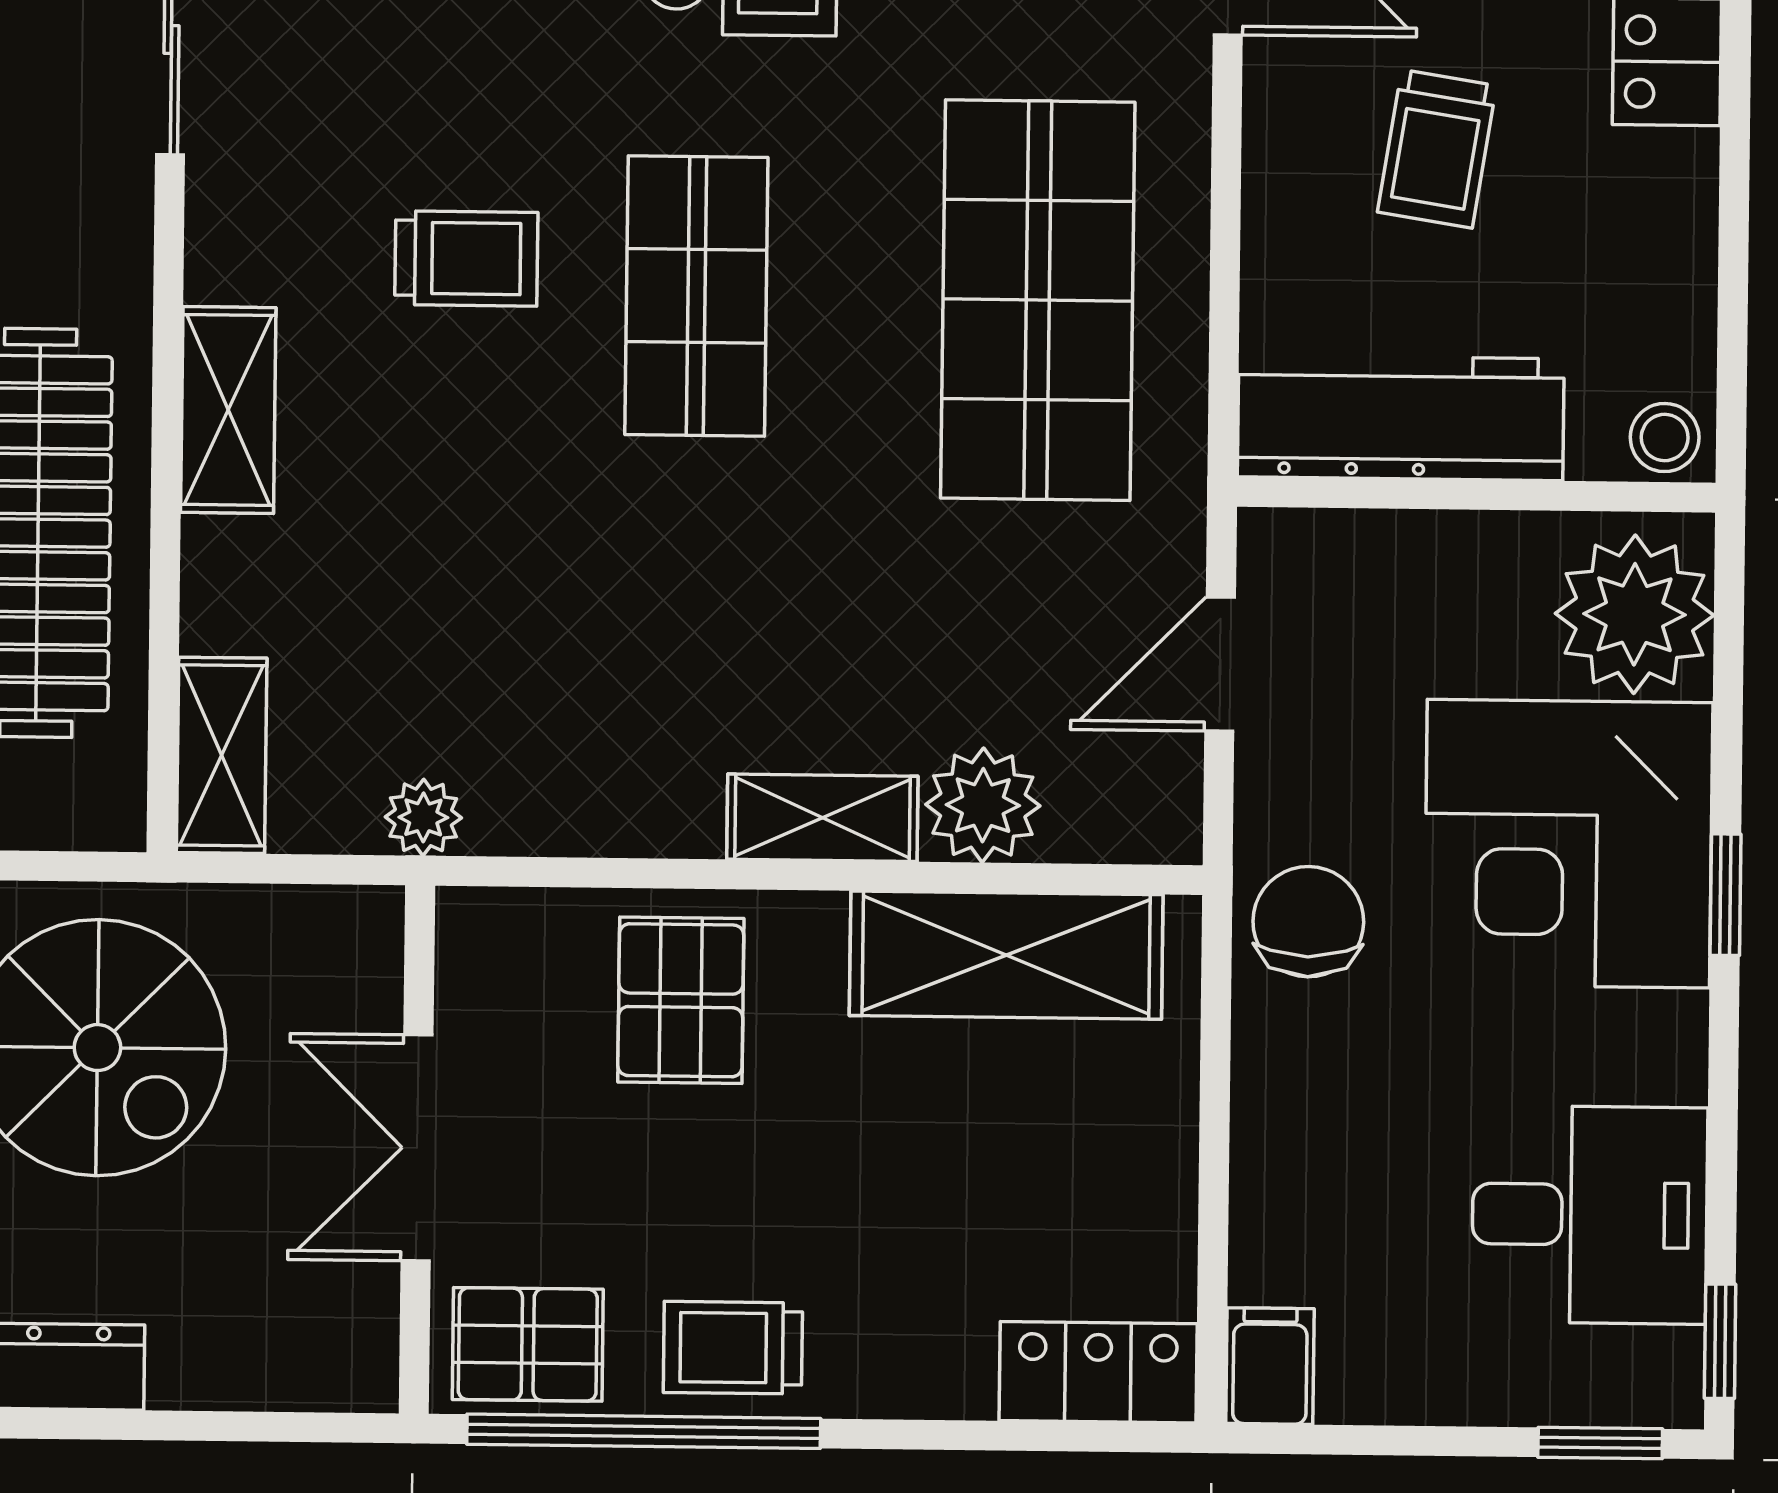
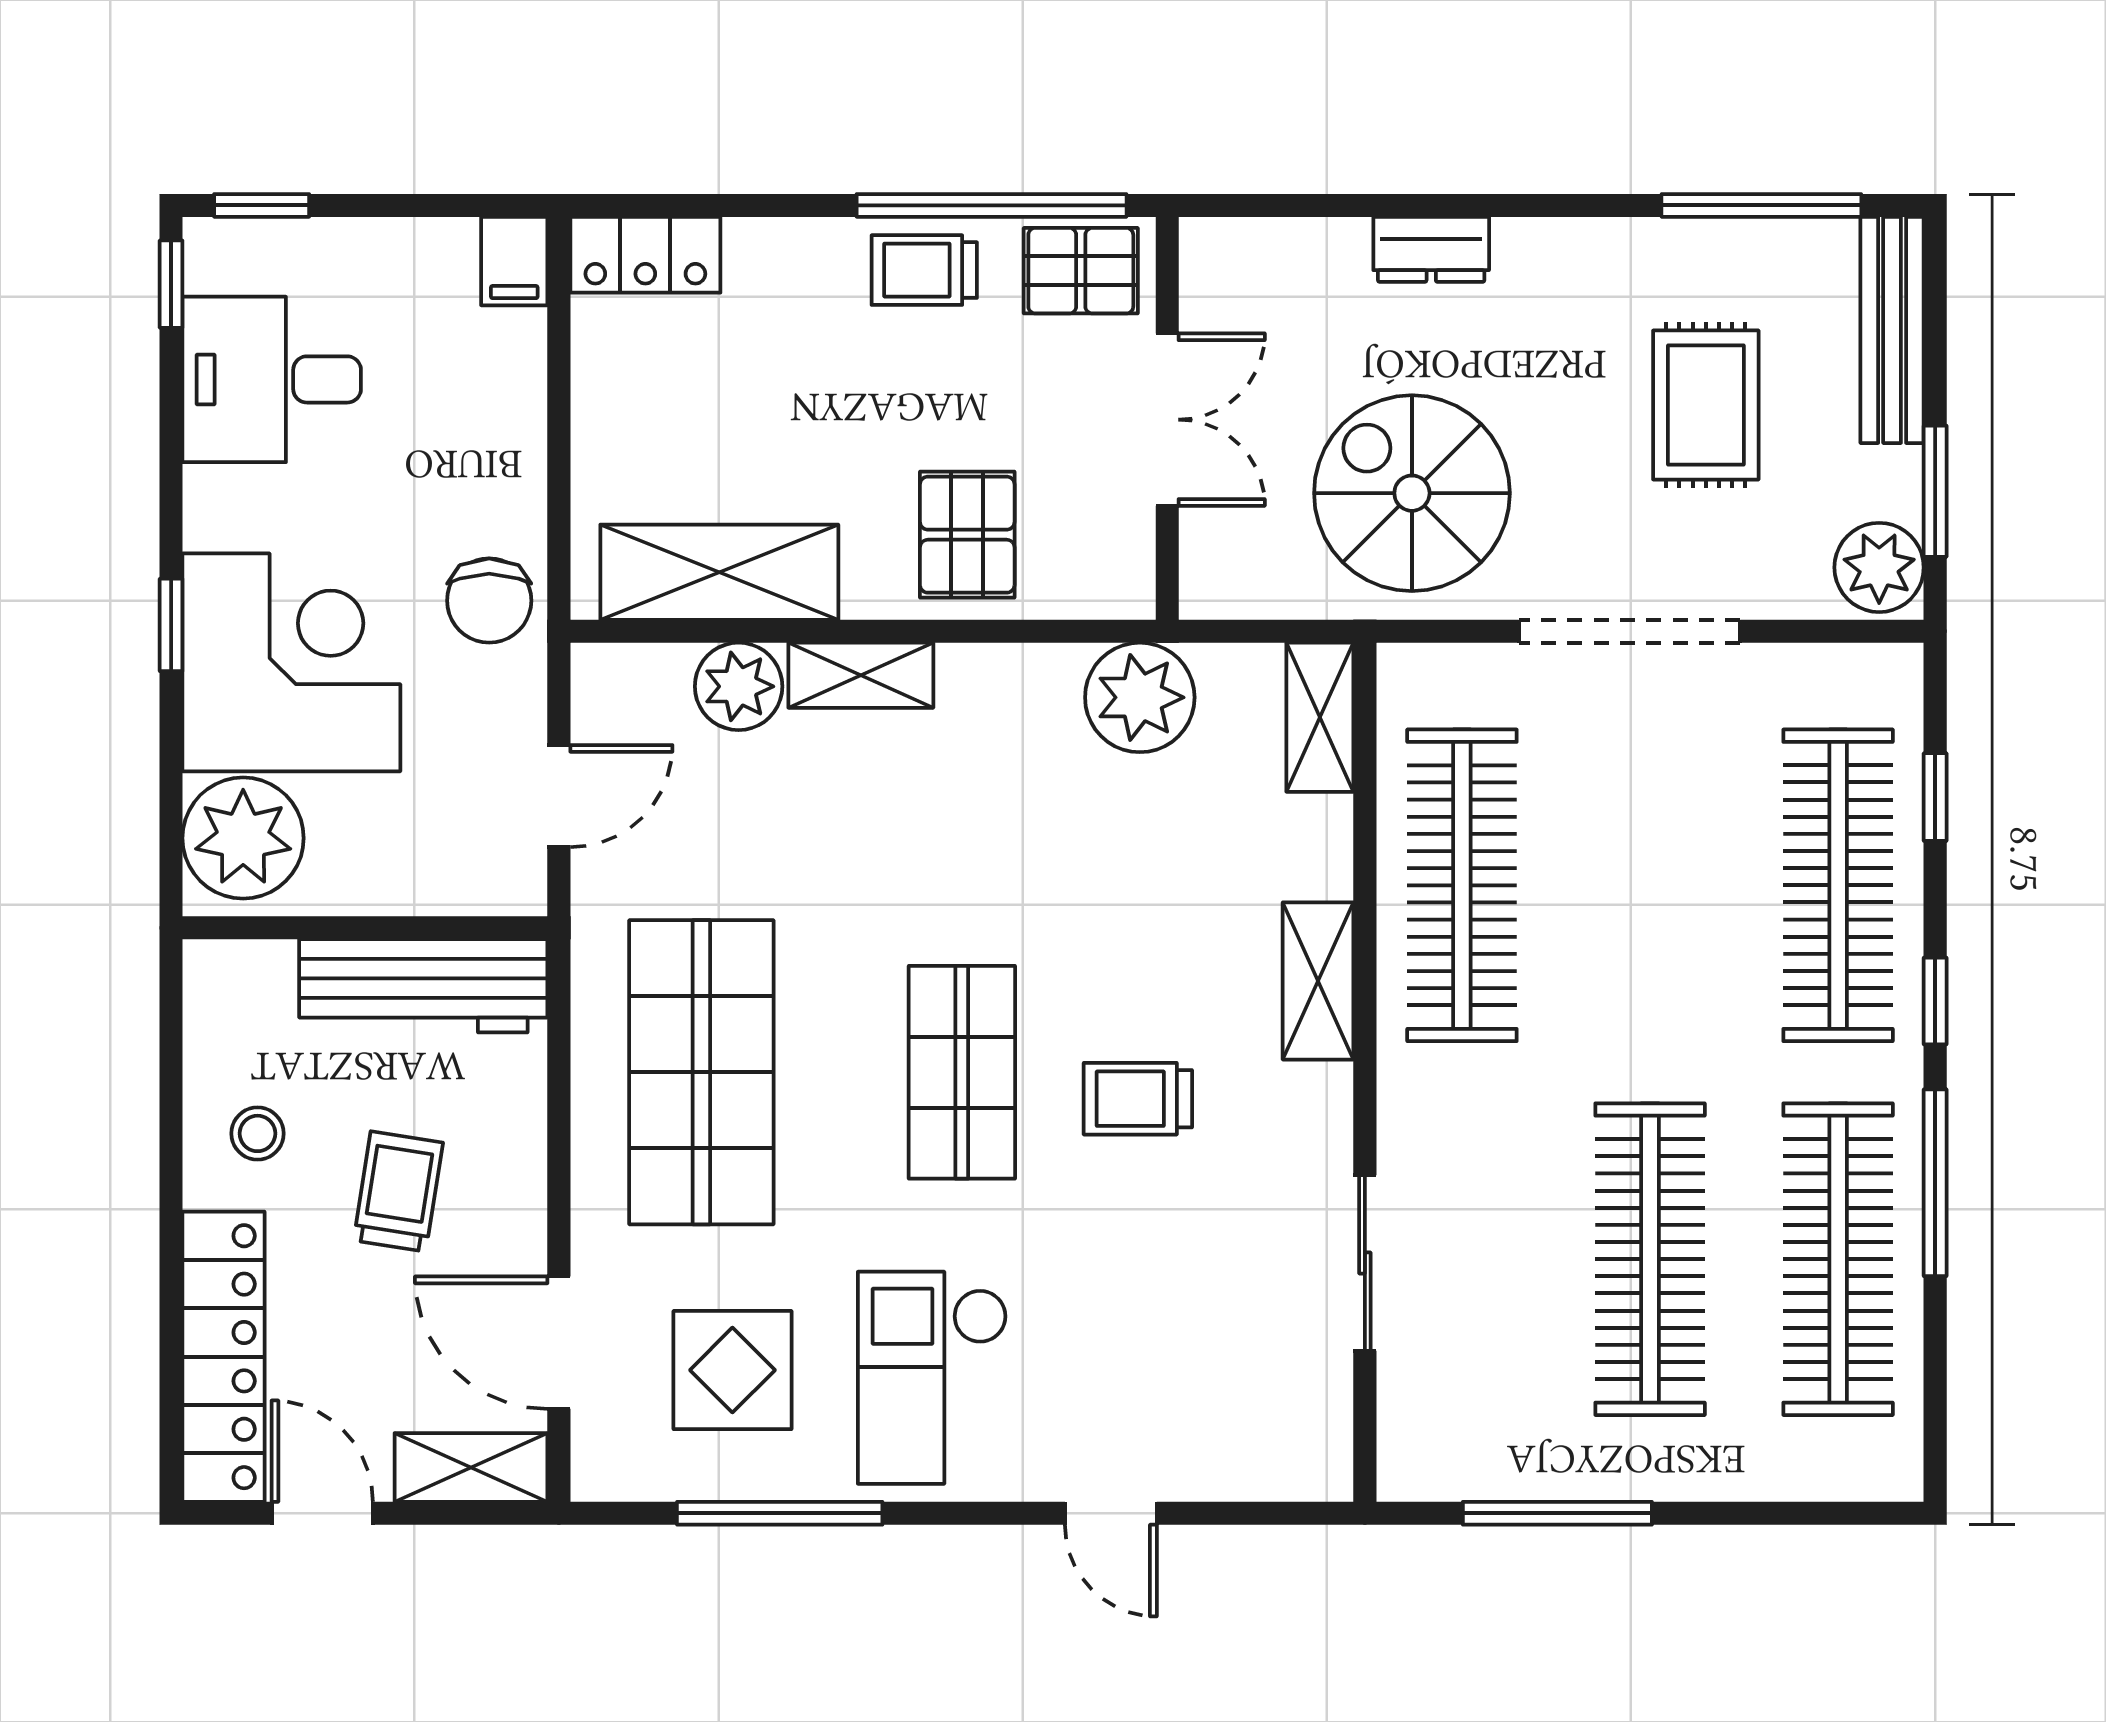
stool: (1665, 438) -> (258, 1133), moved
plant: (423, 817) -> (1140, 697), width x1.88, depth x1.88
trolley: (733, 1348) -> (924, 270), turned 180

